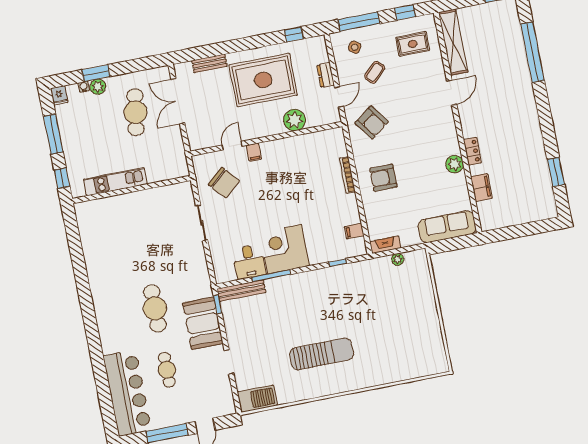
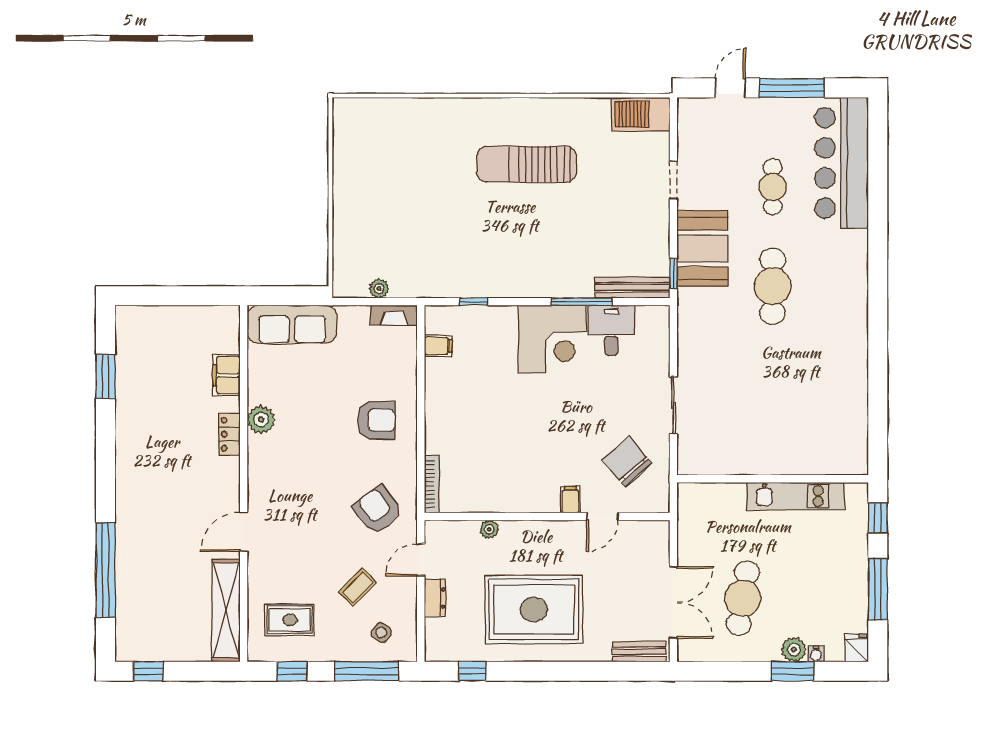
bench: (209, 63) -> (639, 652), moved
plant: (294, 120) -> (489, 529), width x0.53, depth x0.53
bookcase: (347, 175) -> (432, 484), moved

